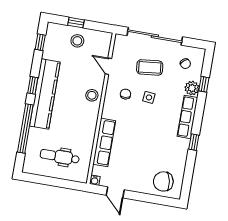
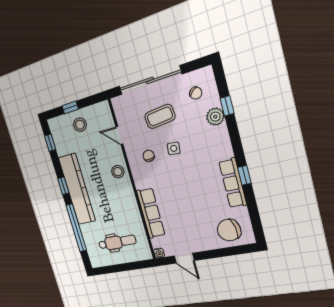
row of seats: (187, 117) -> (233, 183), moved
dental chair: (60, 157) -> (117, 242), turned 180

